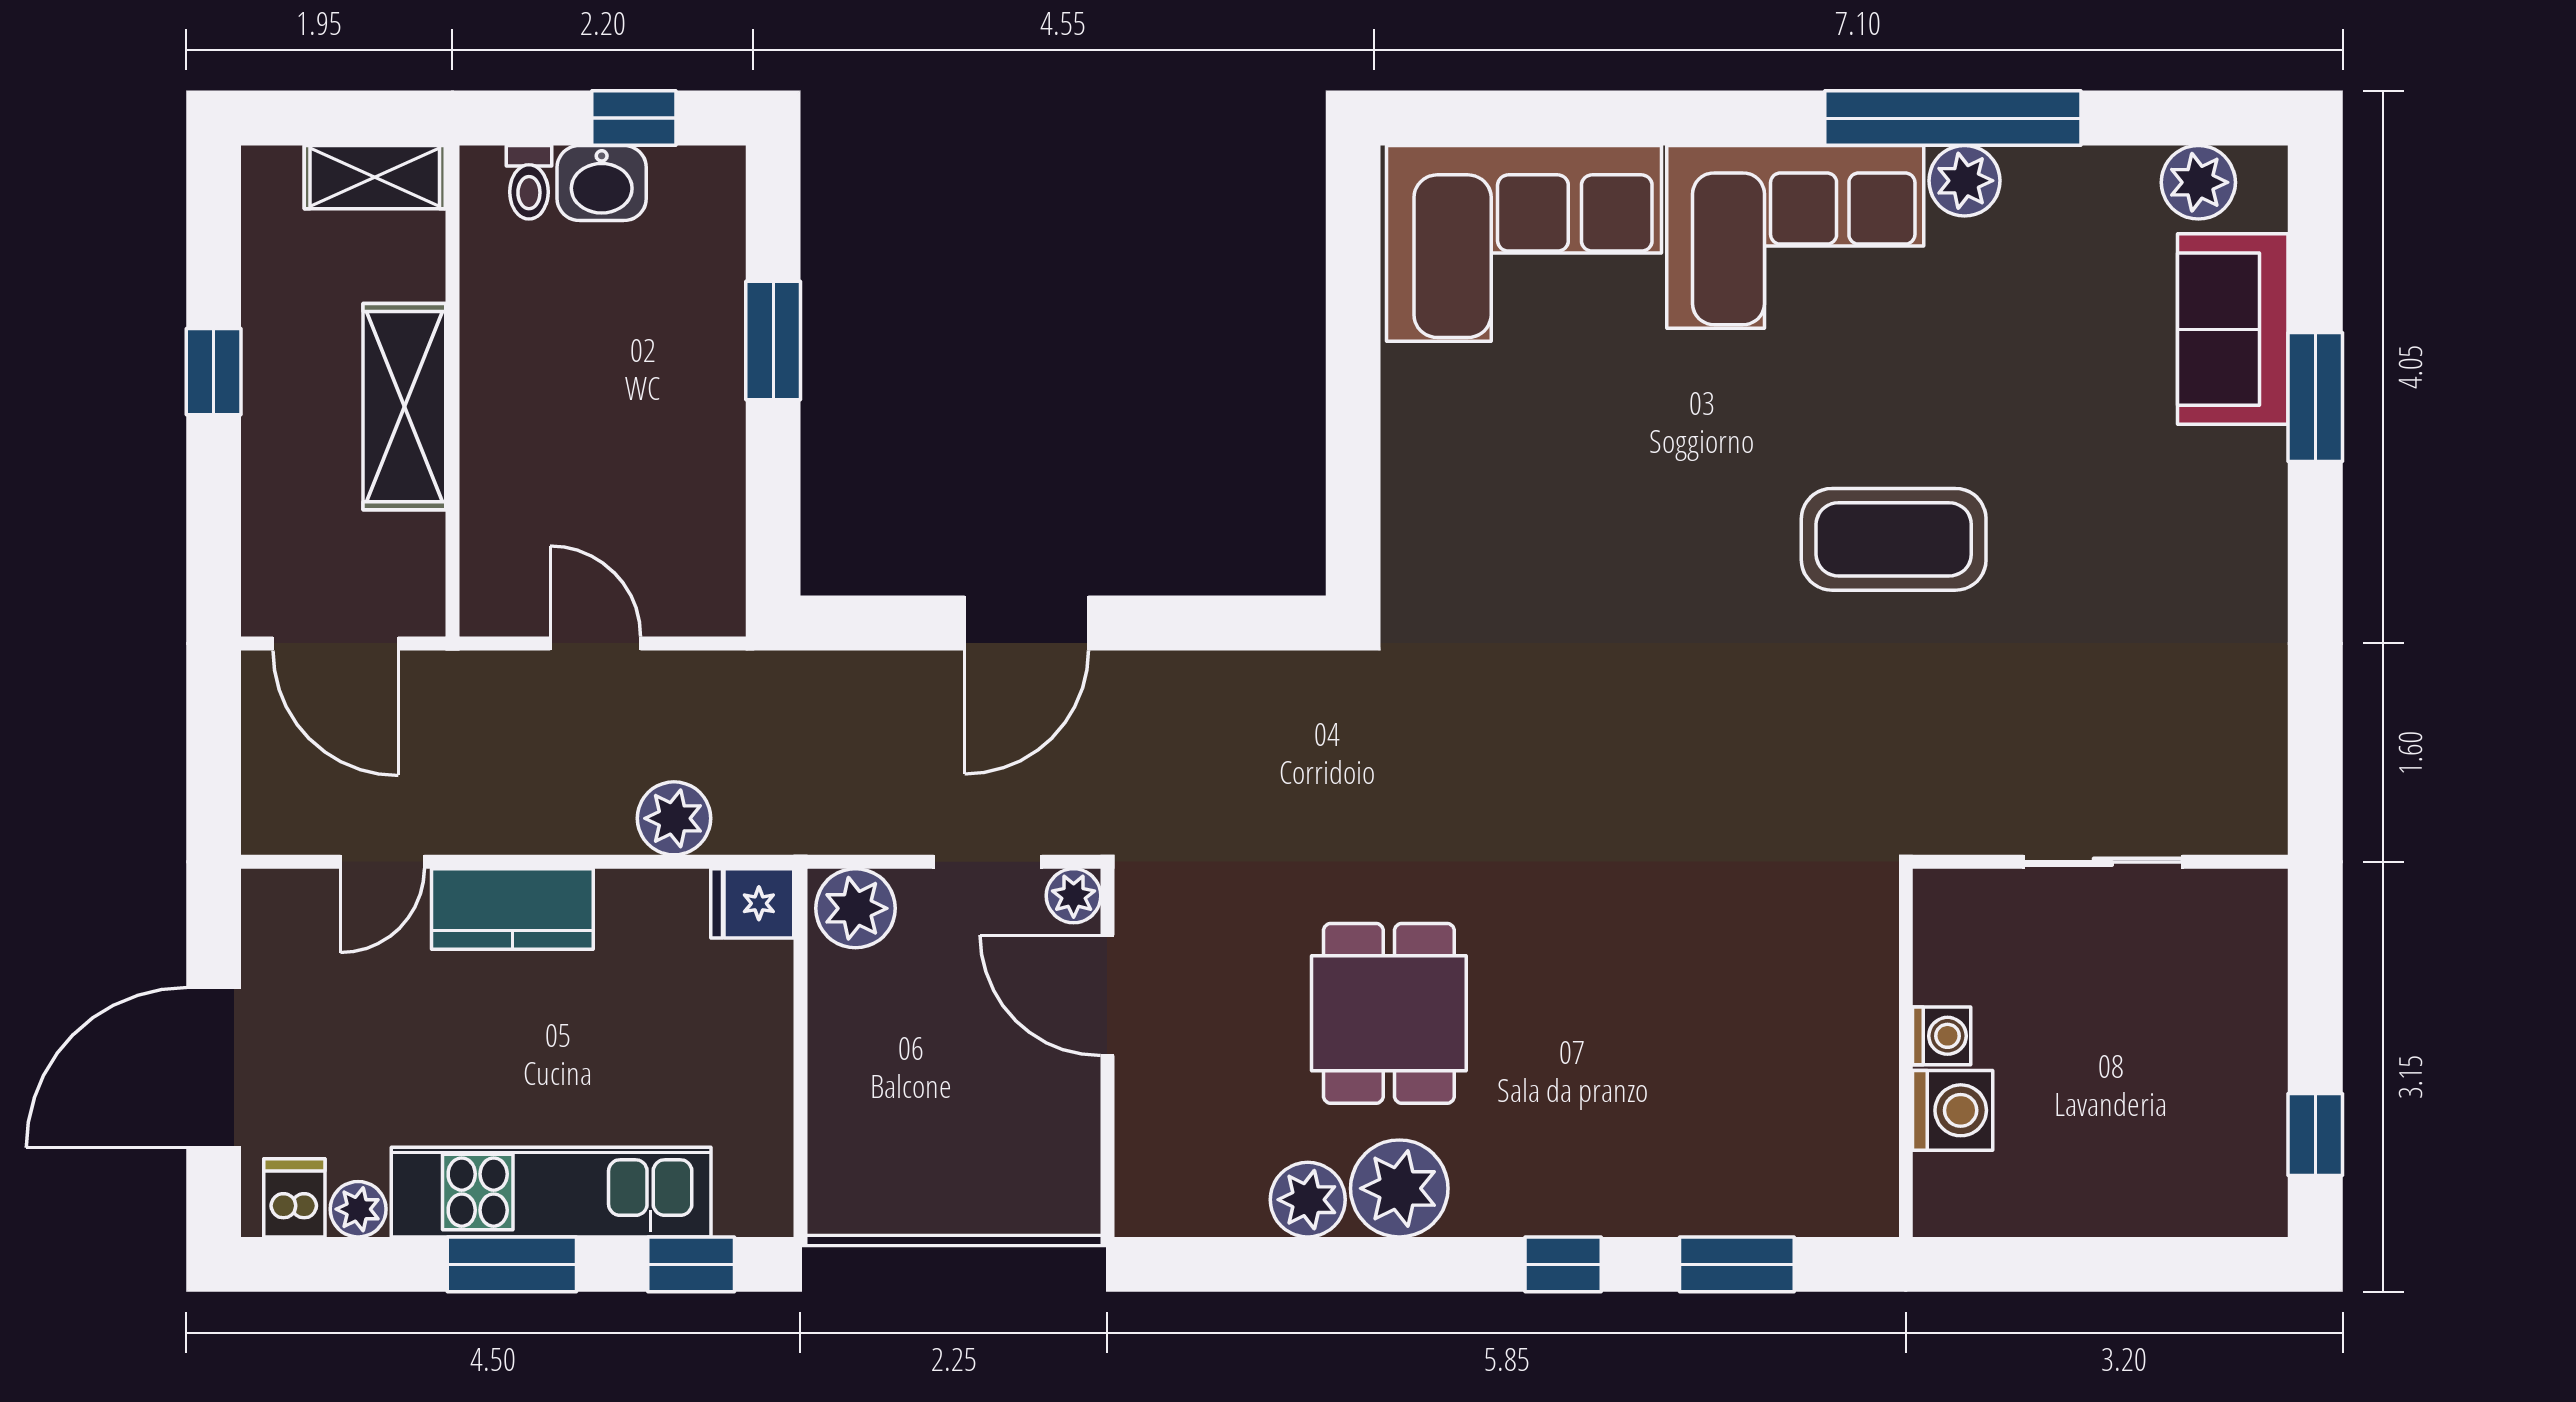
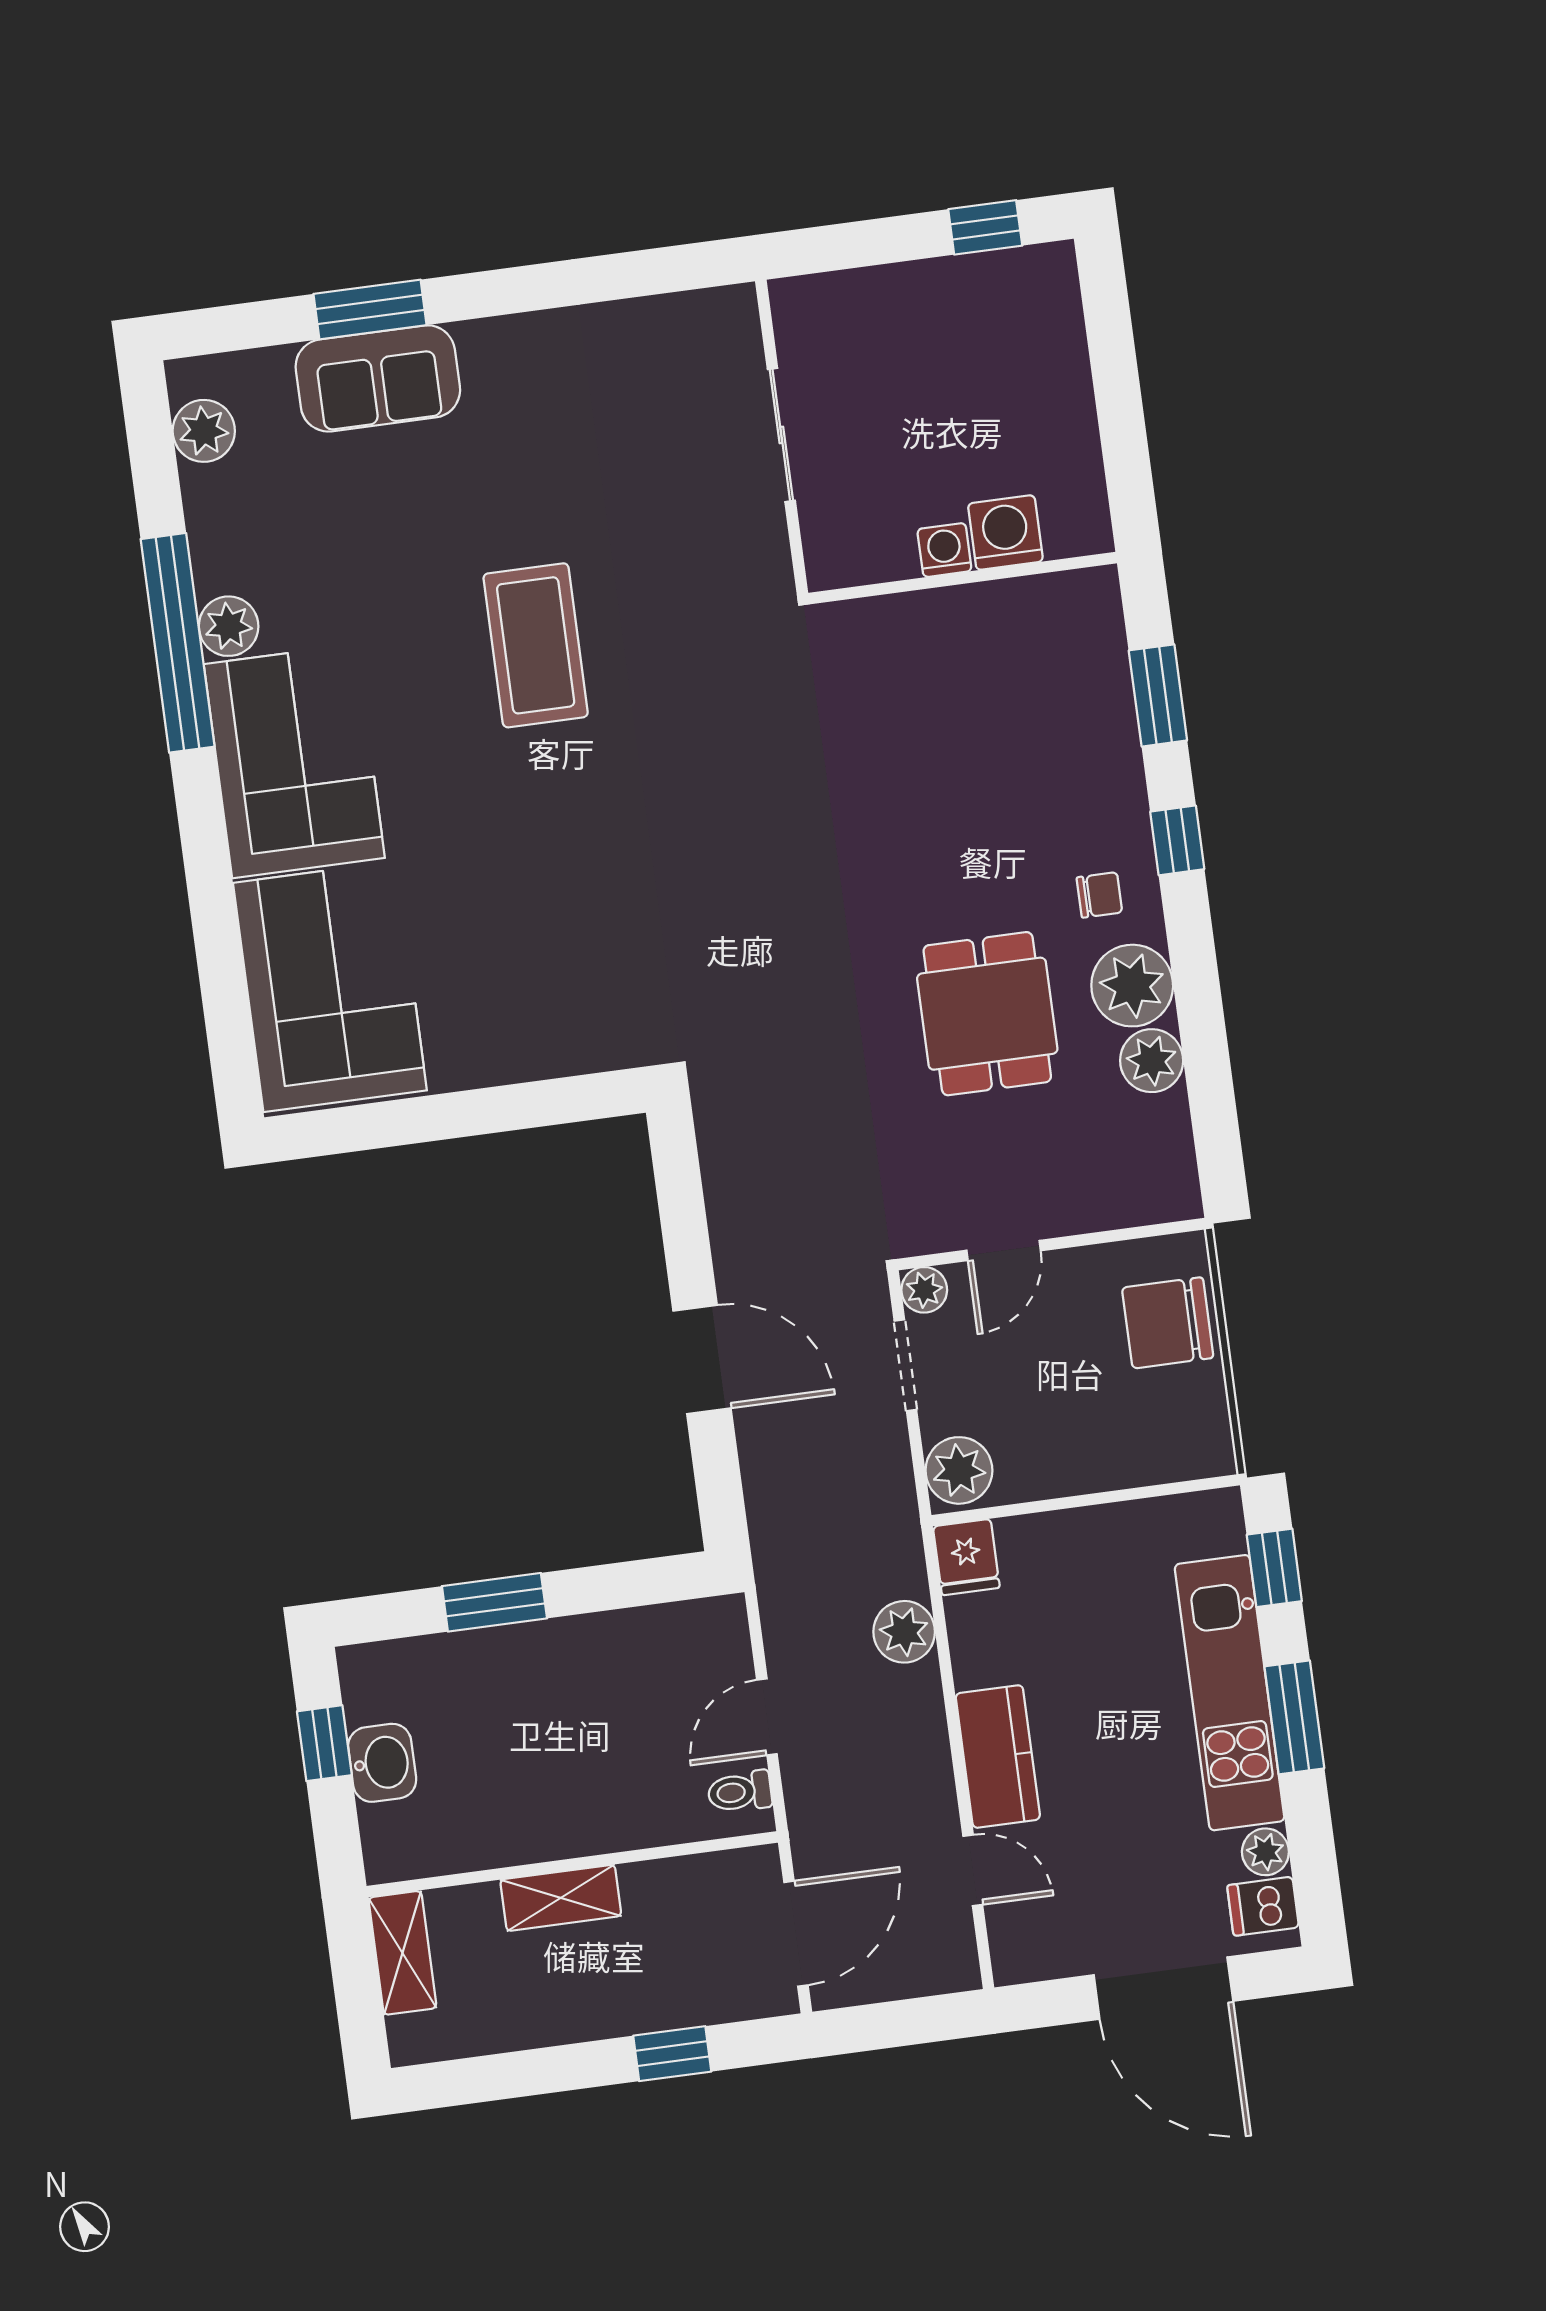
toilet: (529, 182) -> (740, 1792), moved, turned 180
sofa: (2233, 329) -> (378, 378), moved
window: (214, 372) -> (672, 2054), moved
shelving: (404, 407) -> (561, 1898), width x0.67, depth x0.75
door: (1107, 995) -> (1004, 1250), width x0.73
dining table: (1389, 1013) -> (987, 1014), turned 90
chair: (1511, 1164) -> (1099, 895), added
chair: (997, 1177) -> (1168, 1323), added

